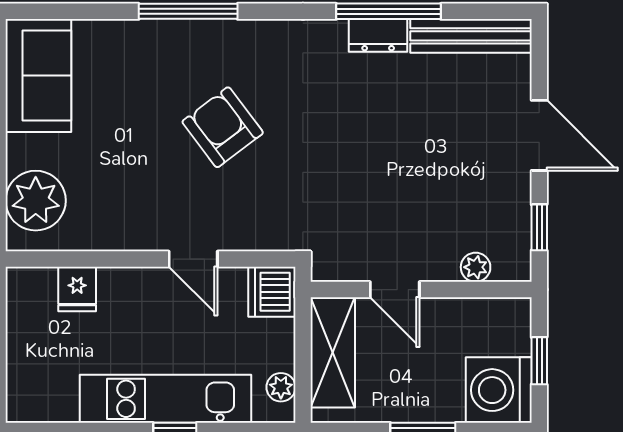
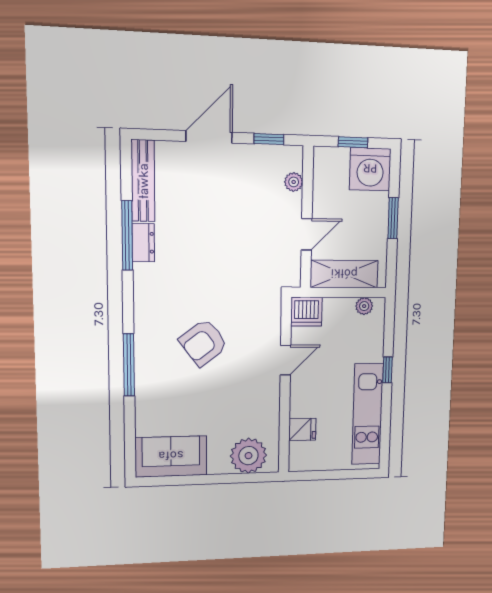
kitchen unit: (165, 399) -> (367, 414), moved

